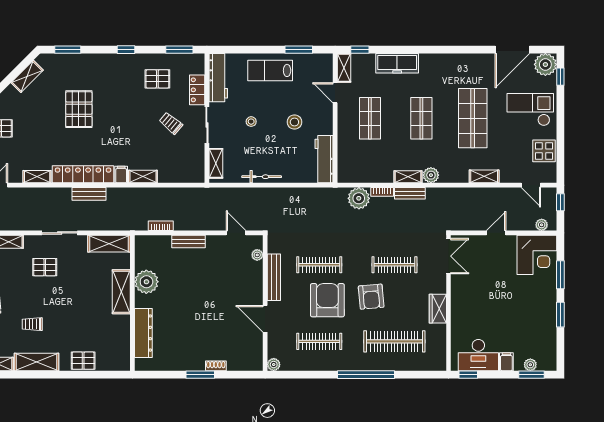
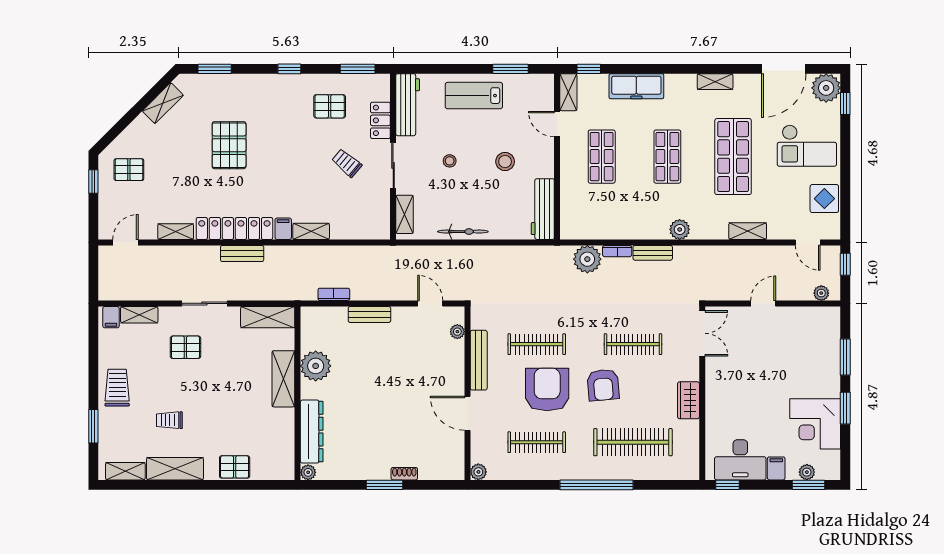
checkout: (530, 110) -> (807, 146), turned 180
shelving: (408, 177) -> (715, 82), moved
corner desk: (537, 255) -> (815, 424), moved, turned 90
plant: (141, 365) -> (308, 472), added

